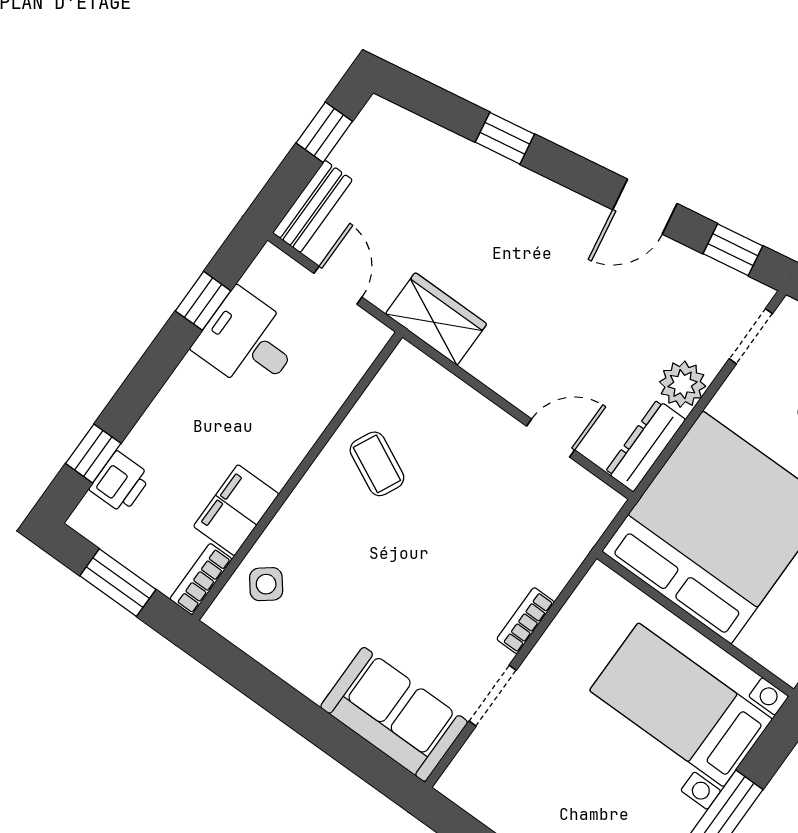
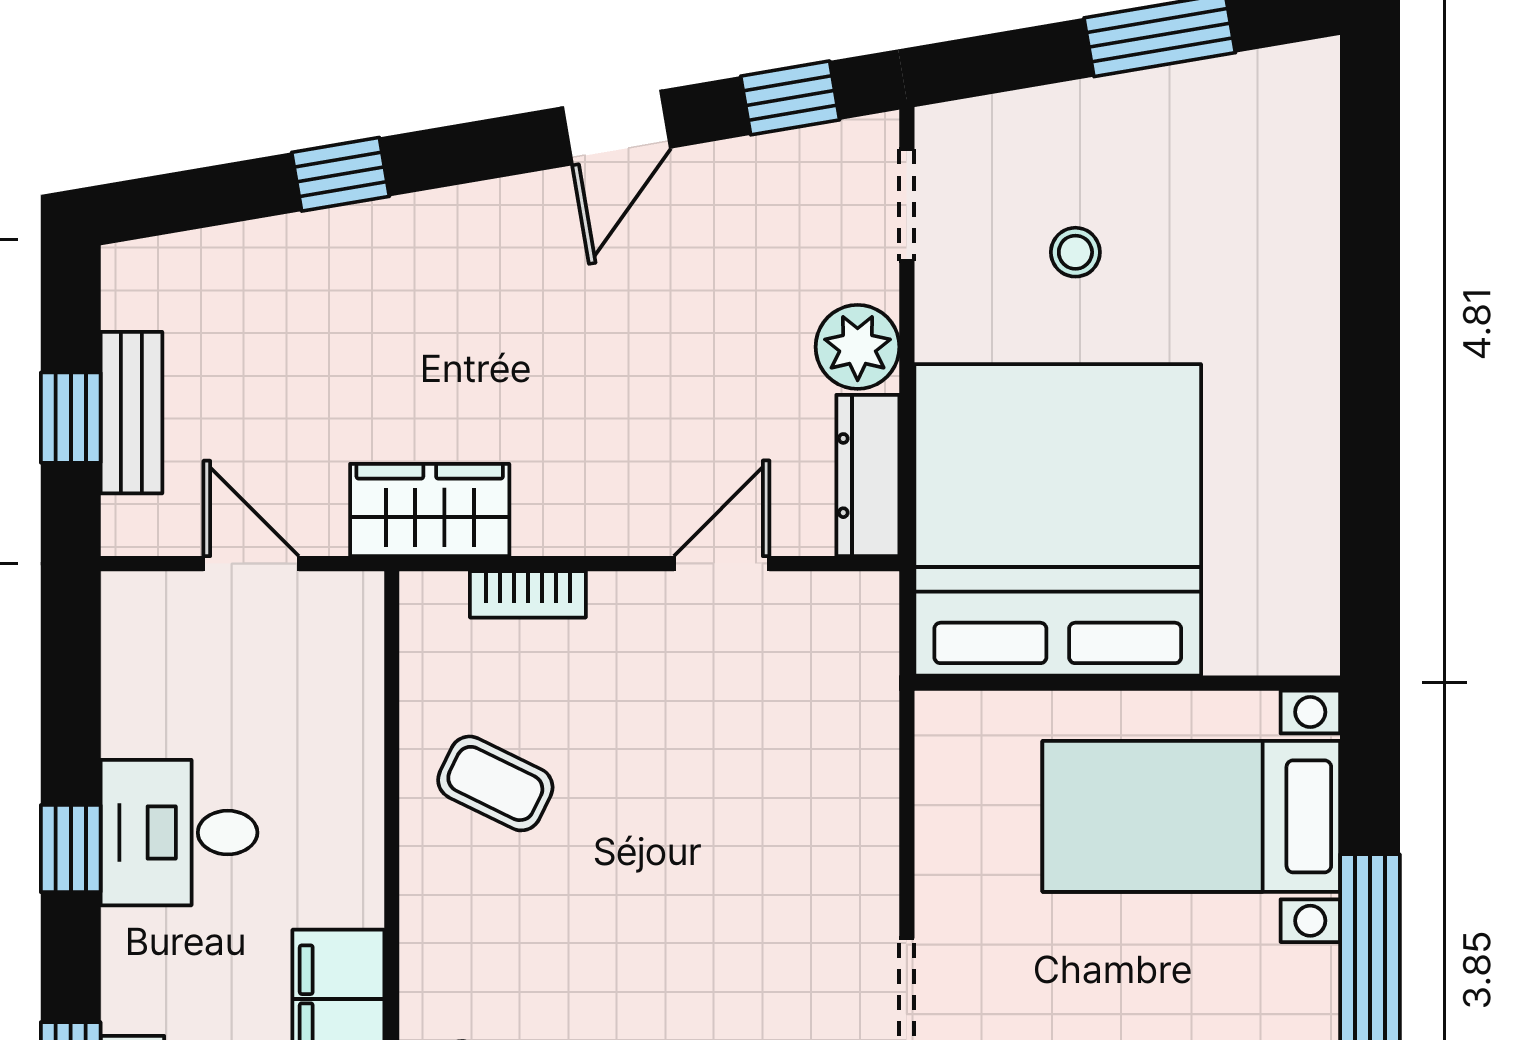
window: (324, 132) -> (71, 418), moved
bench: (313, 206) -> (131, 413), moved
window: (203, 301) -> (71, 849), moved
desk: (248, 342) -> (179, 833), moved
bookcase: (525, 621) -> (528, 594), moved, turned -90

